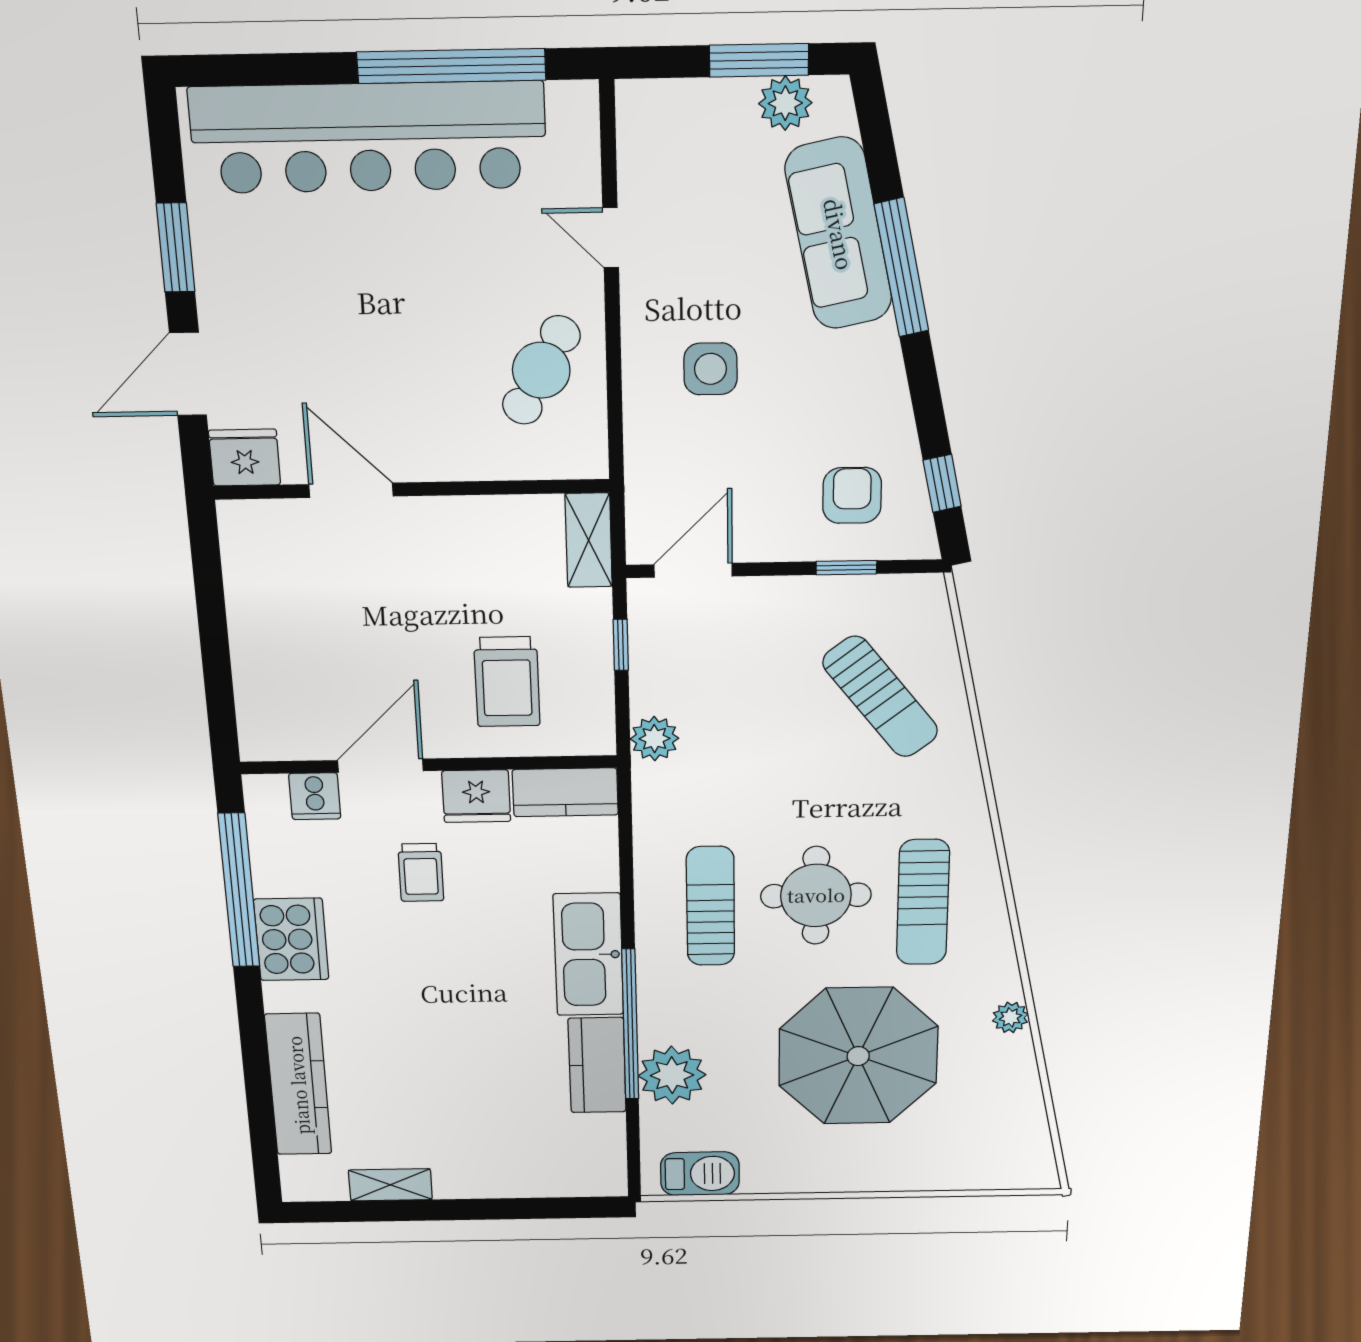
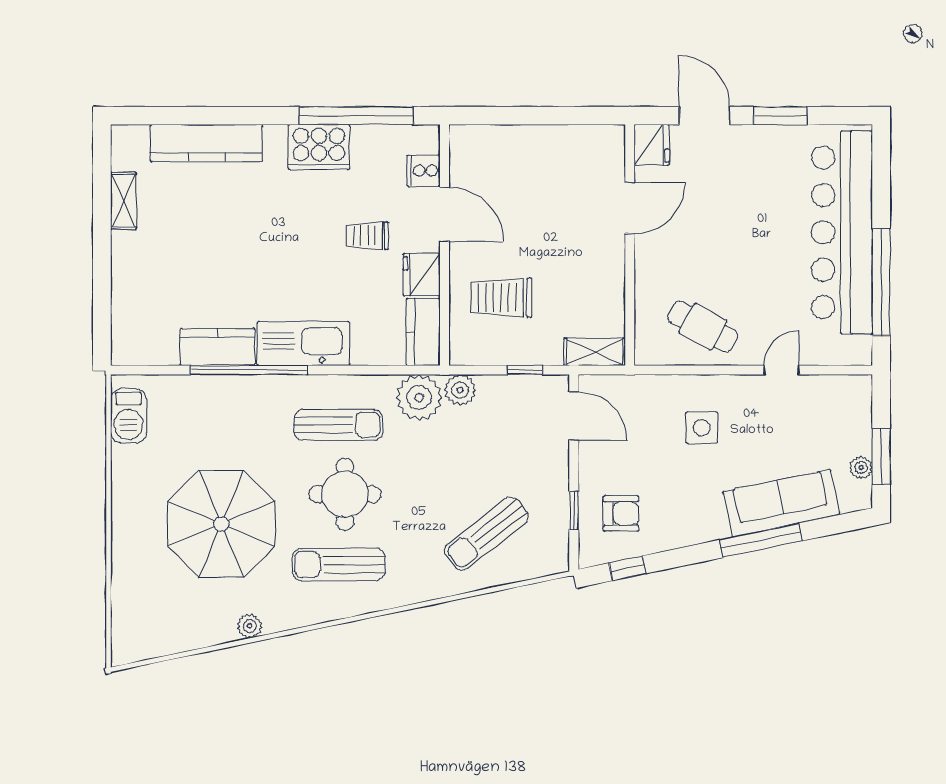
plant: (785, 103) -> (861, 467), width x0.73, depth x0.73
plant: (672, 1075) -> (419, 398), moved

